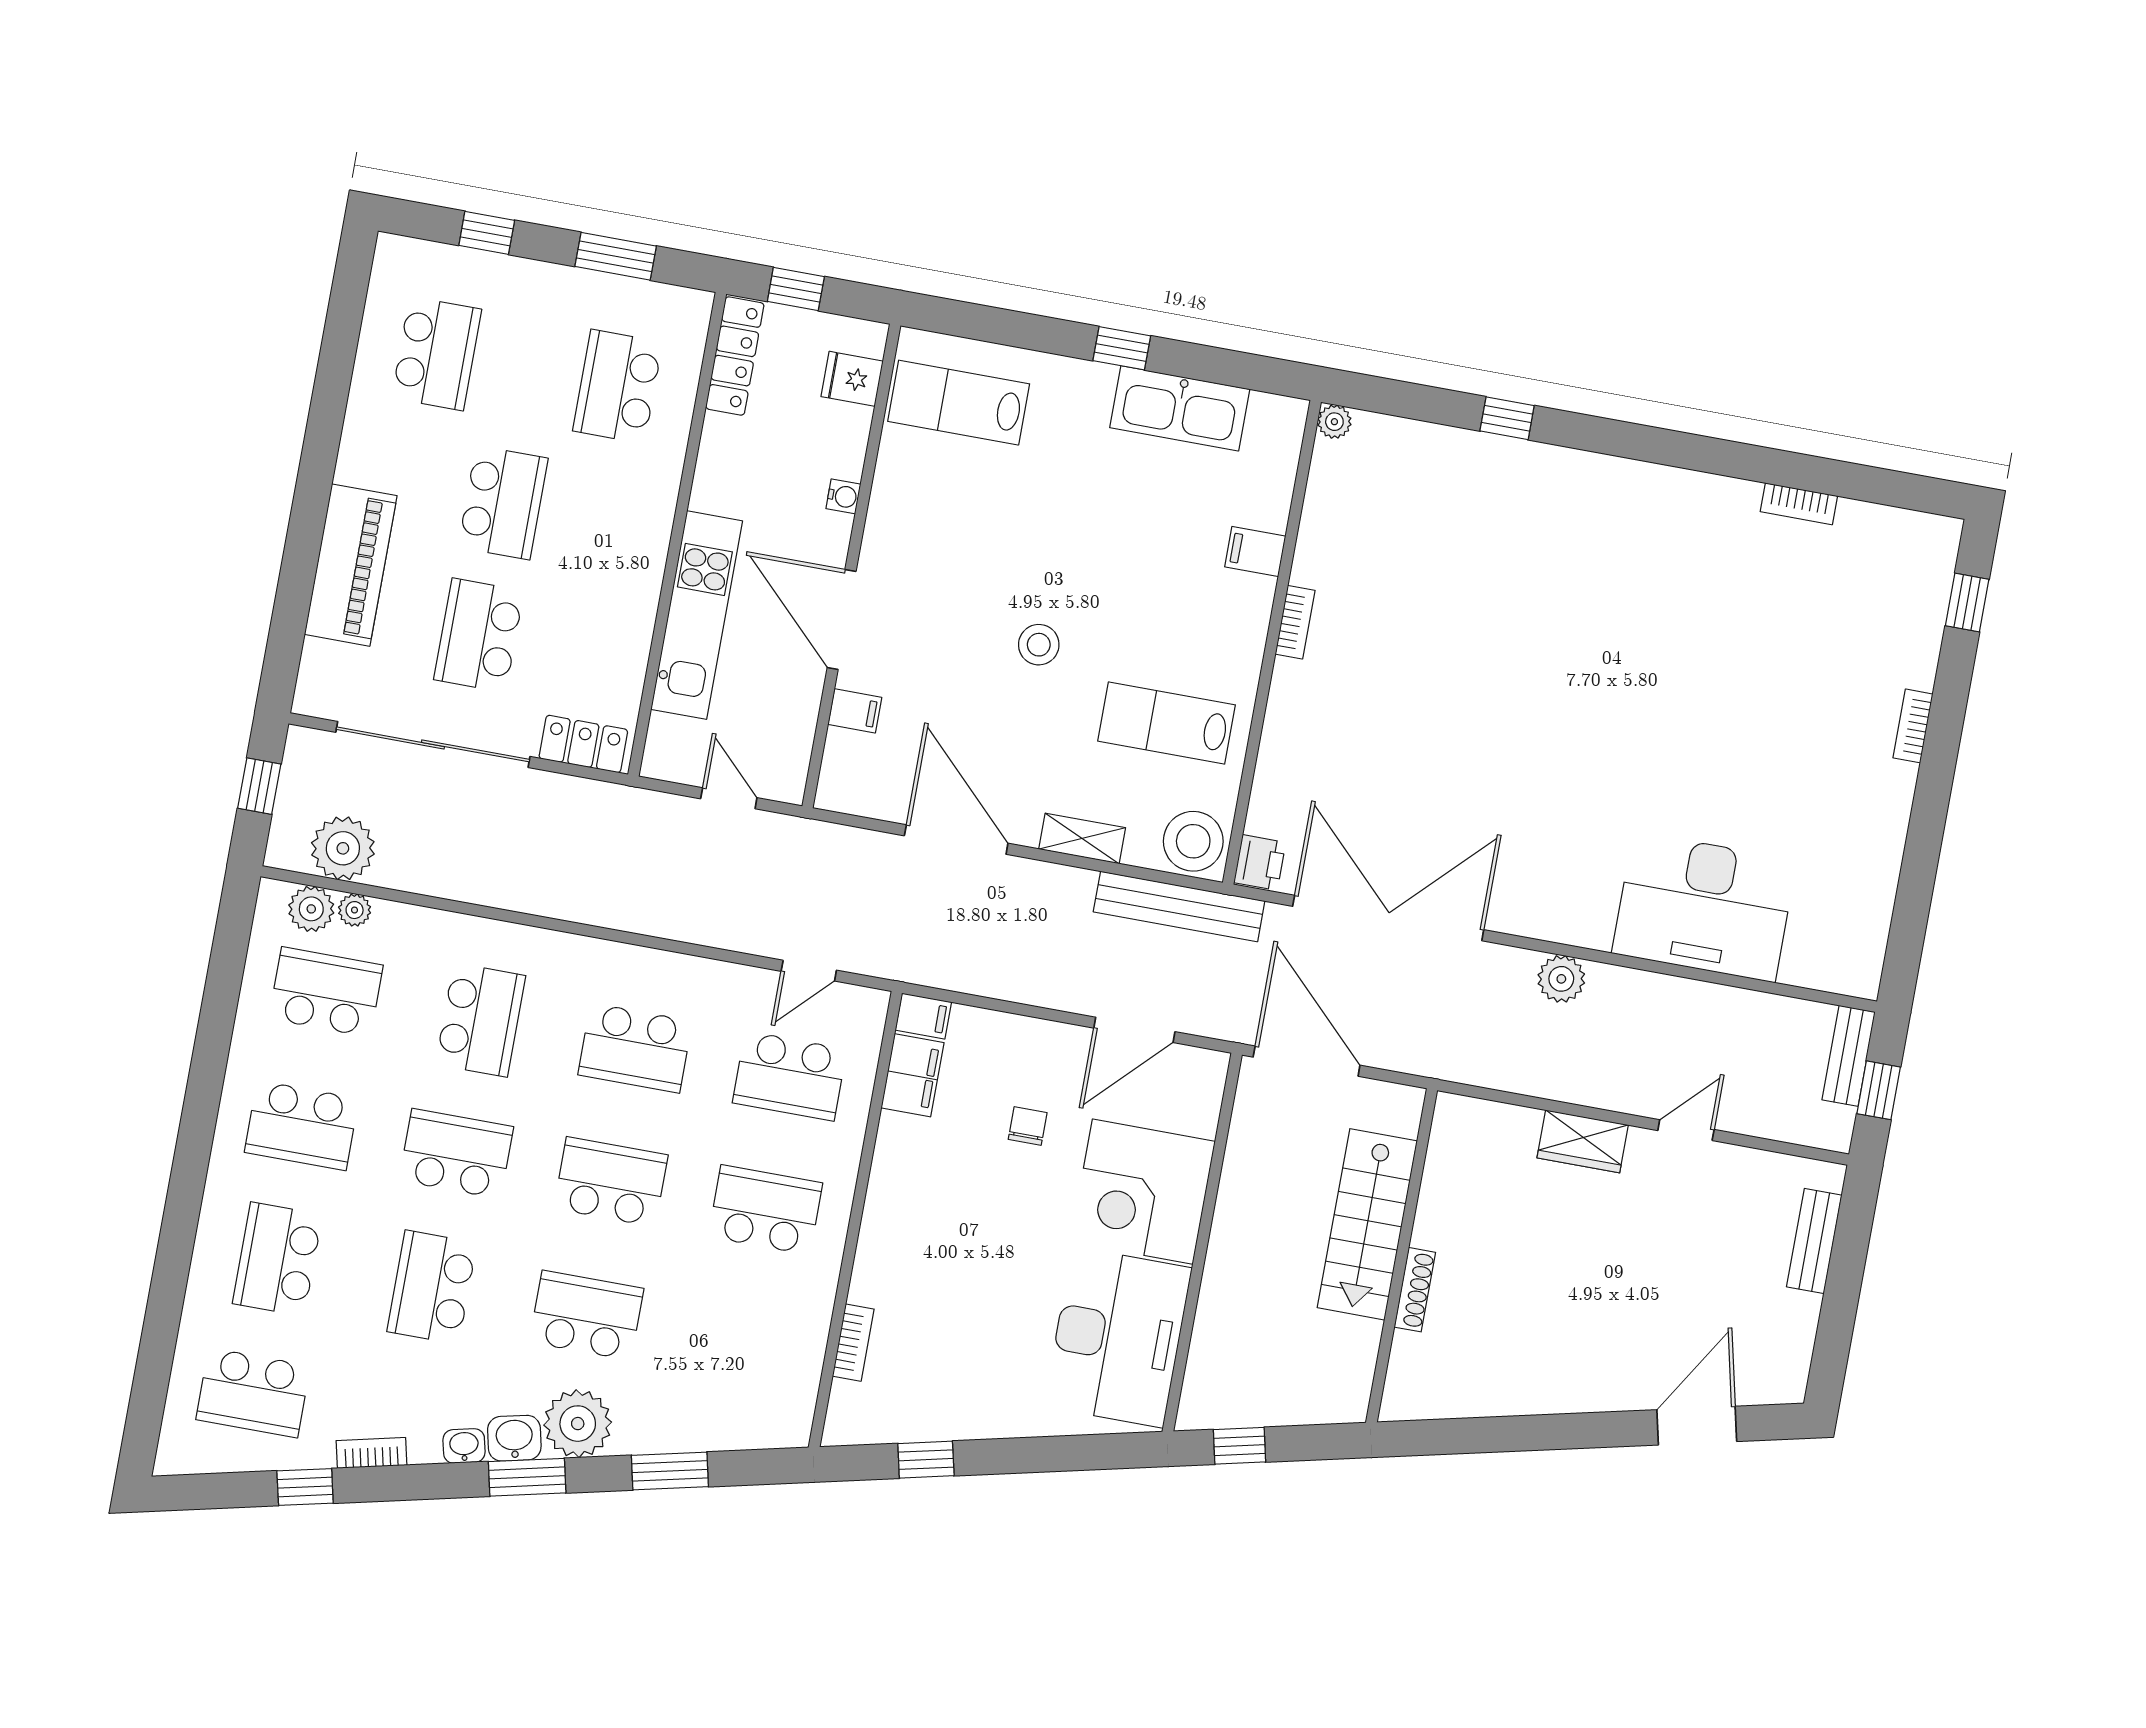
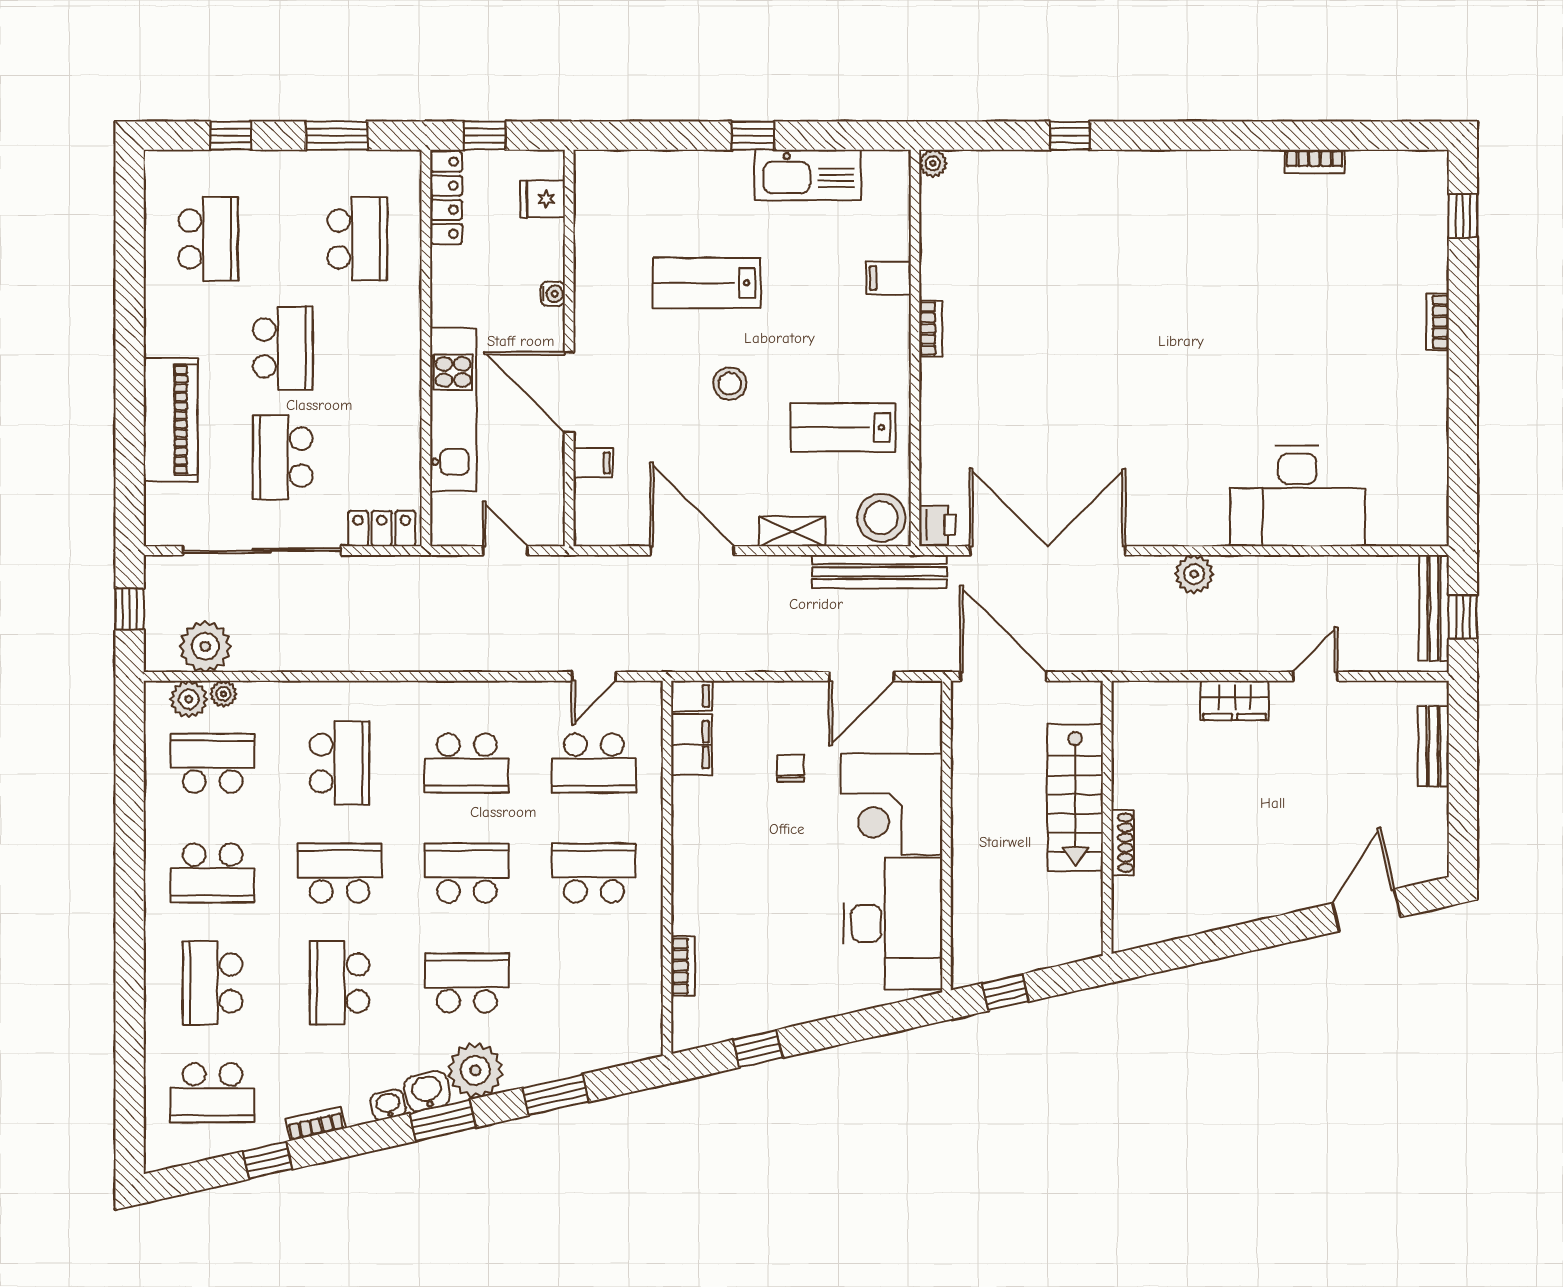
school desk: (618, 386) -> (357, 239), turned 180
lab bench: (959, 403) -> (707, 283), moved
bench: (1849, 1056) -> (1434, 608), width x1.36

